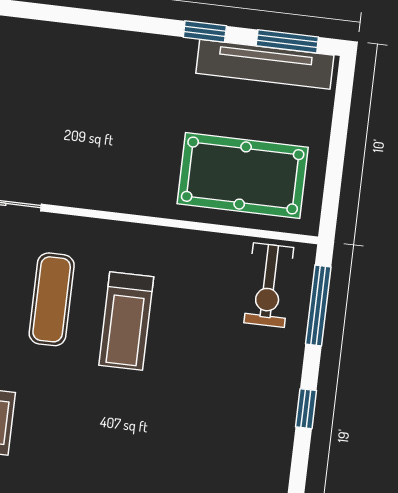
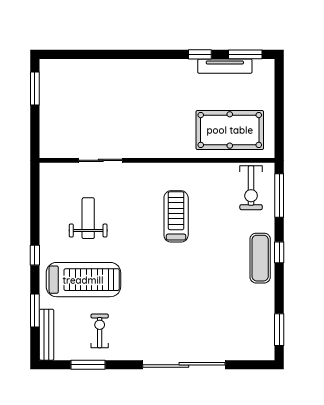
tv unit: (265, 64) -> (225, 66), width x0.73, depth x0.78
exercise mat: (52, 299) -> (260, 258), moved
treadmill: (126, 321) -> (176, 216), turned 180

